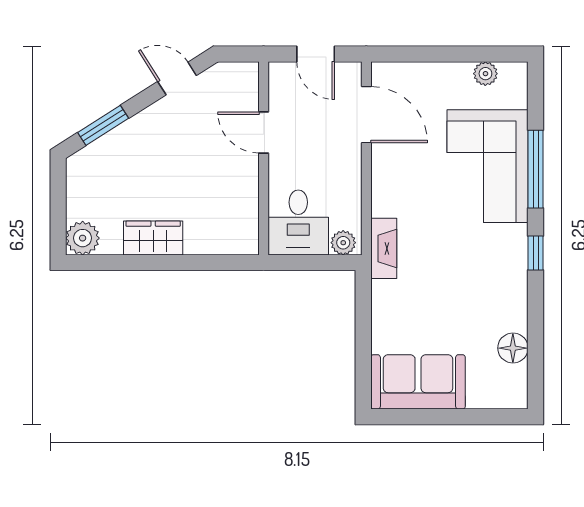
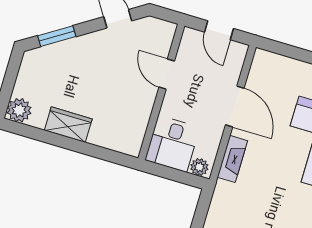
door: (366, 115) -> (235, 107), moved
fireplace: (384, 248) -> (232, 159), moved

